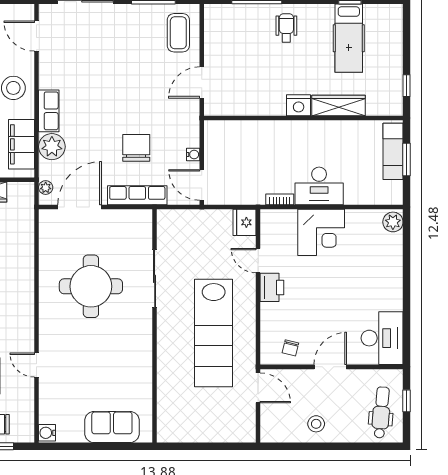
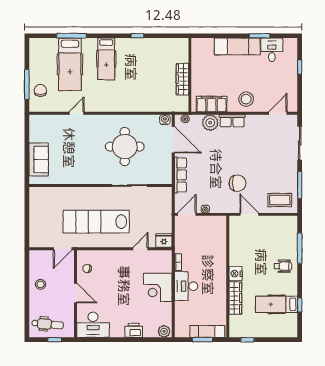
chair: (136, 148) -> (238, 183), moved
printer: (272, 287) -> (134, 330), moved, turned 180
water cooler: (47, 433) -> (165, 120), moved

